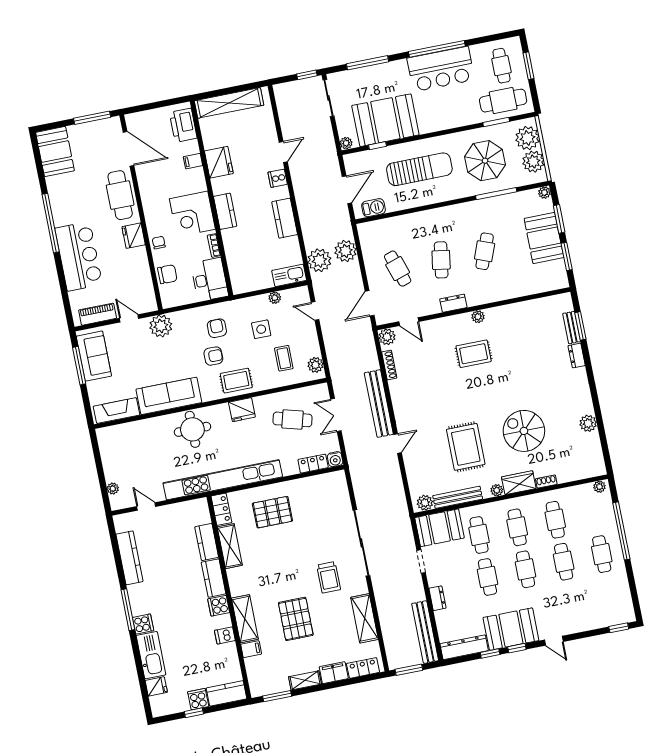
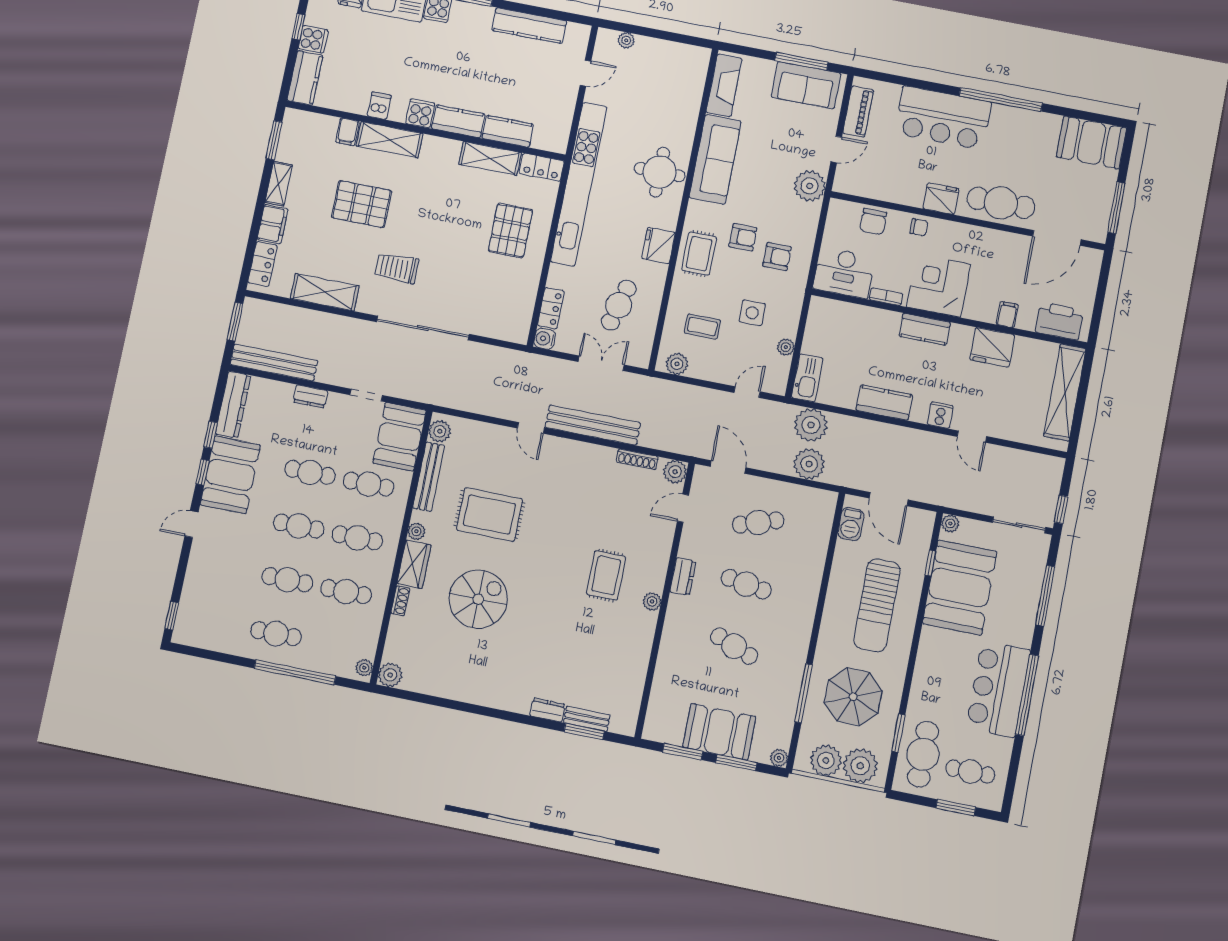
armchair: (213, 356) -> (743, 237), turned -90
plant: (588, 423) -> (390, 675), moved

